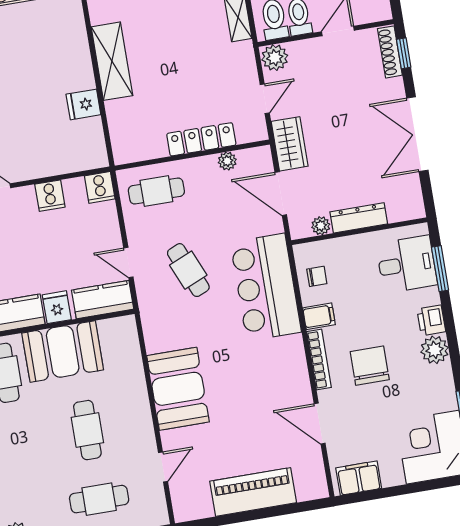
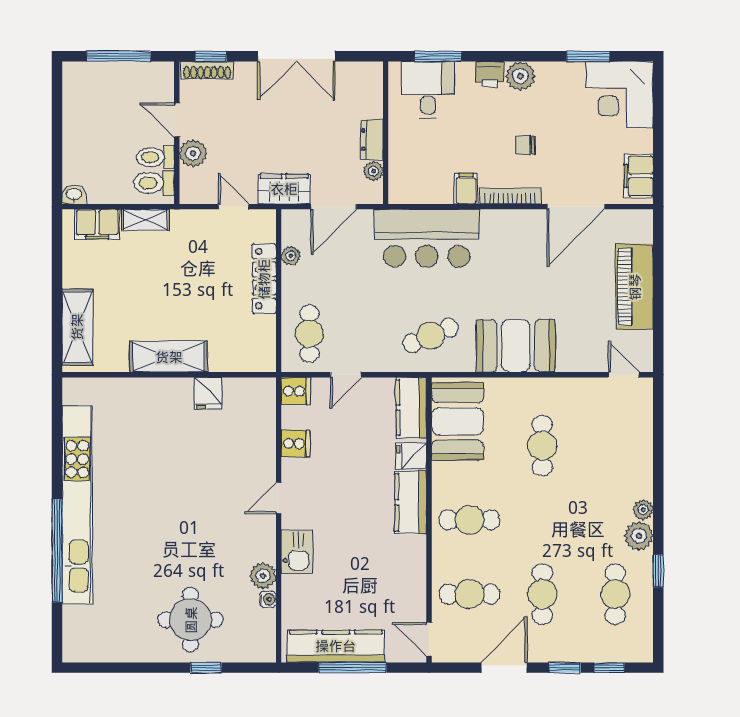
plant: (275, 58) -> (193, 153), moved
dresser: (359, 218) -> (372, 140), width x0.70
door: (128, 262) -> (346, 375), moved
cafe table: (188, 270) -> (431, 335), moved
chair: (317, 276) -> (425, 184), removed
booth: (63, 351) -> (458, 421), moved
chair: (370, 366) -> (525, 145), width x0.54, depth x0.54
door: (320, 424) -> (576, 207), width x1.36
cafe table: (87, 430) -> (542, 446), turned 90
door: (163, 467) -> (624, 375), moved
cafe table: (99, 499) -> (615, 446), removed

